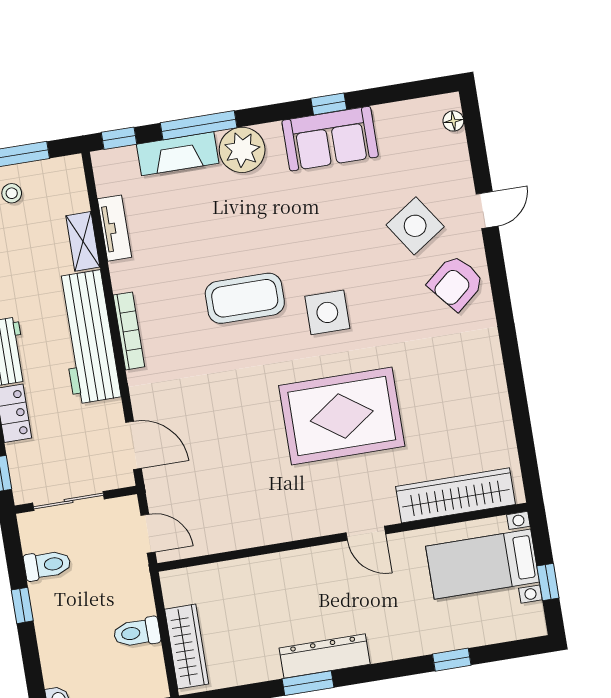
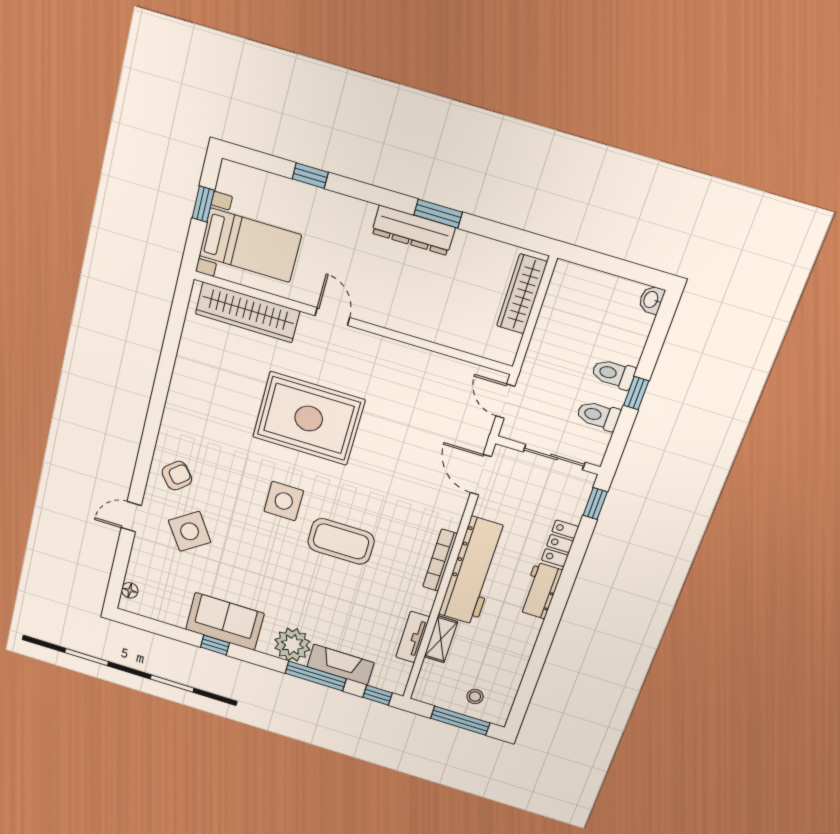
armchair: (456, 283) -> (177, 476), width x0.72, depth x0.72
toilet: (137, 633) -> (613, 374), moved, turned 180

